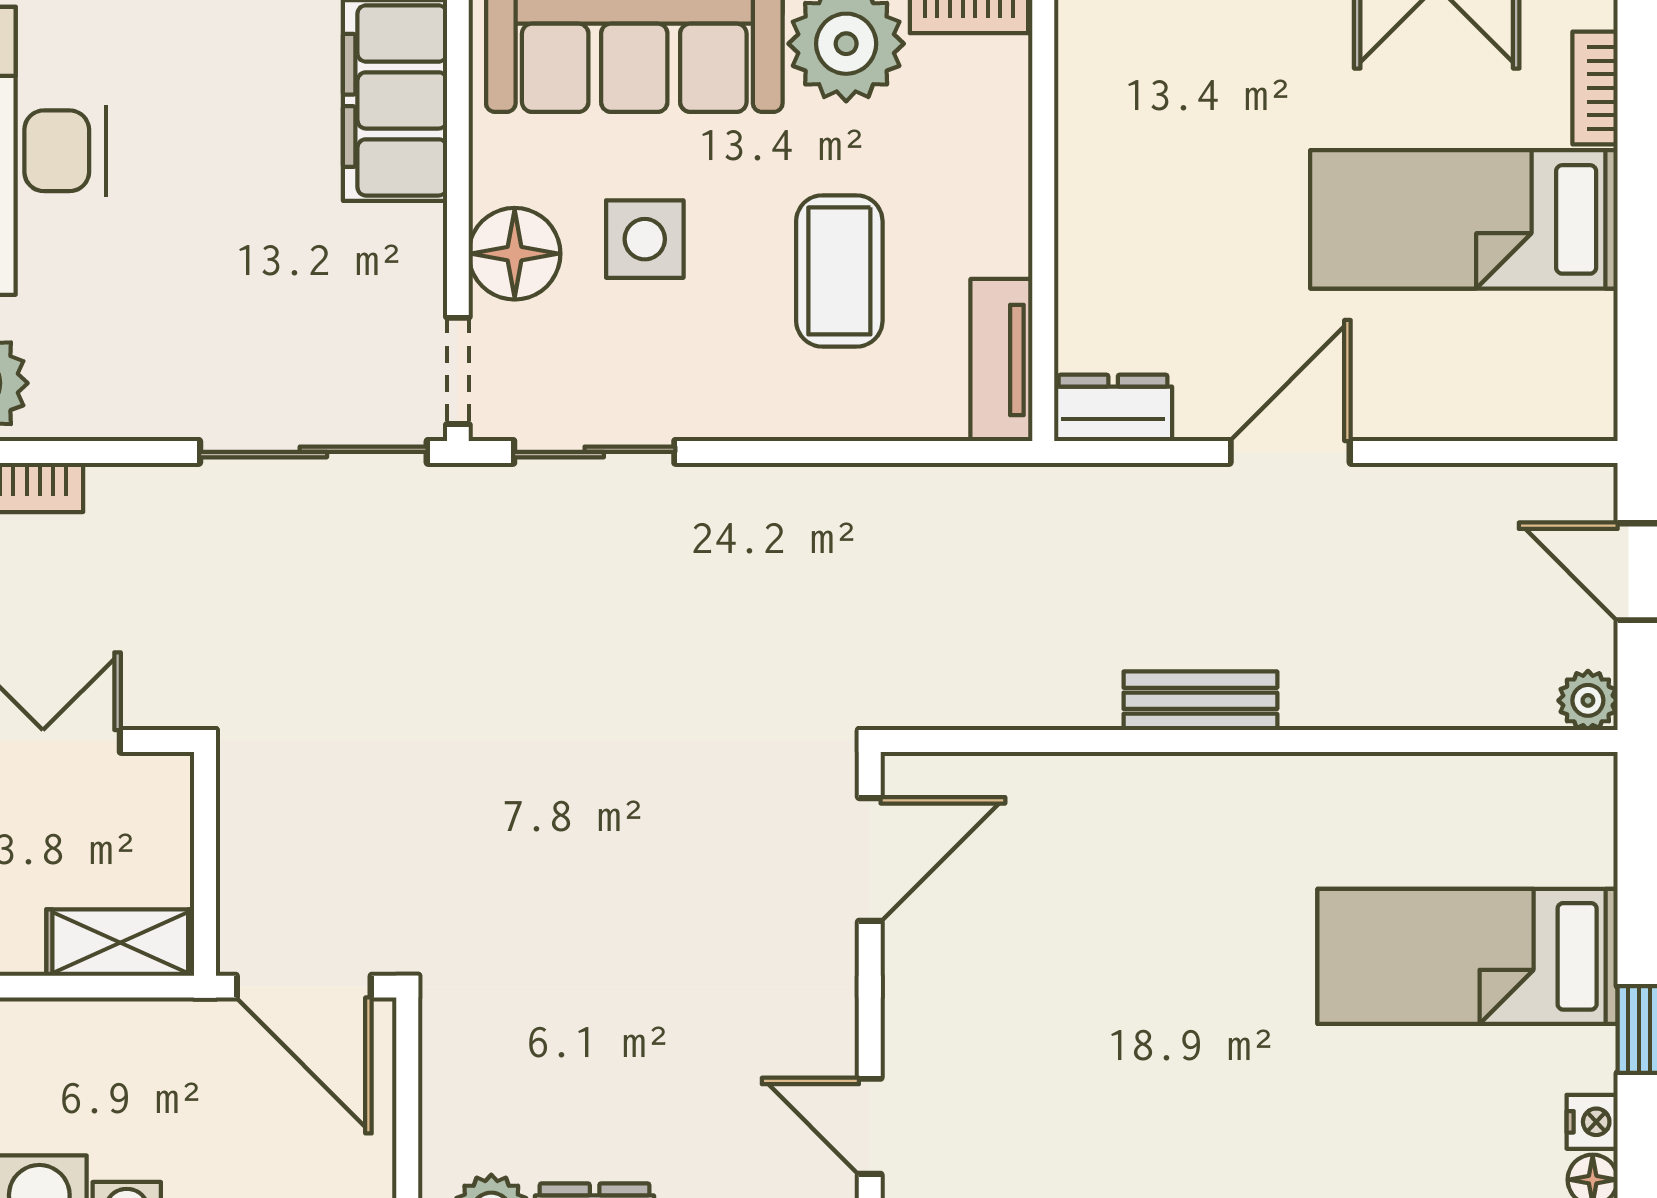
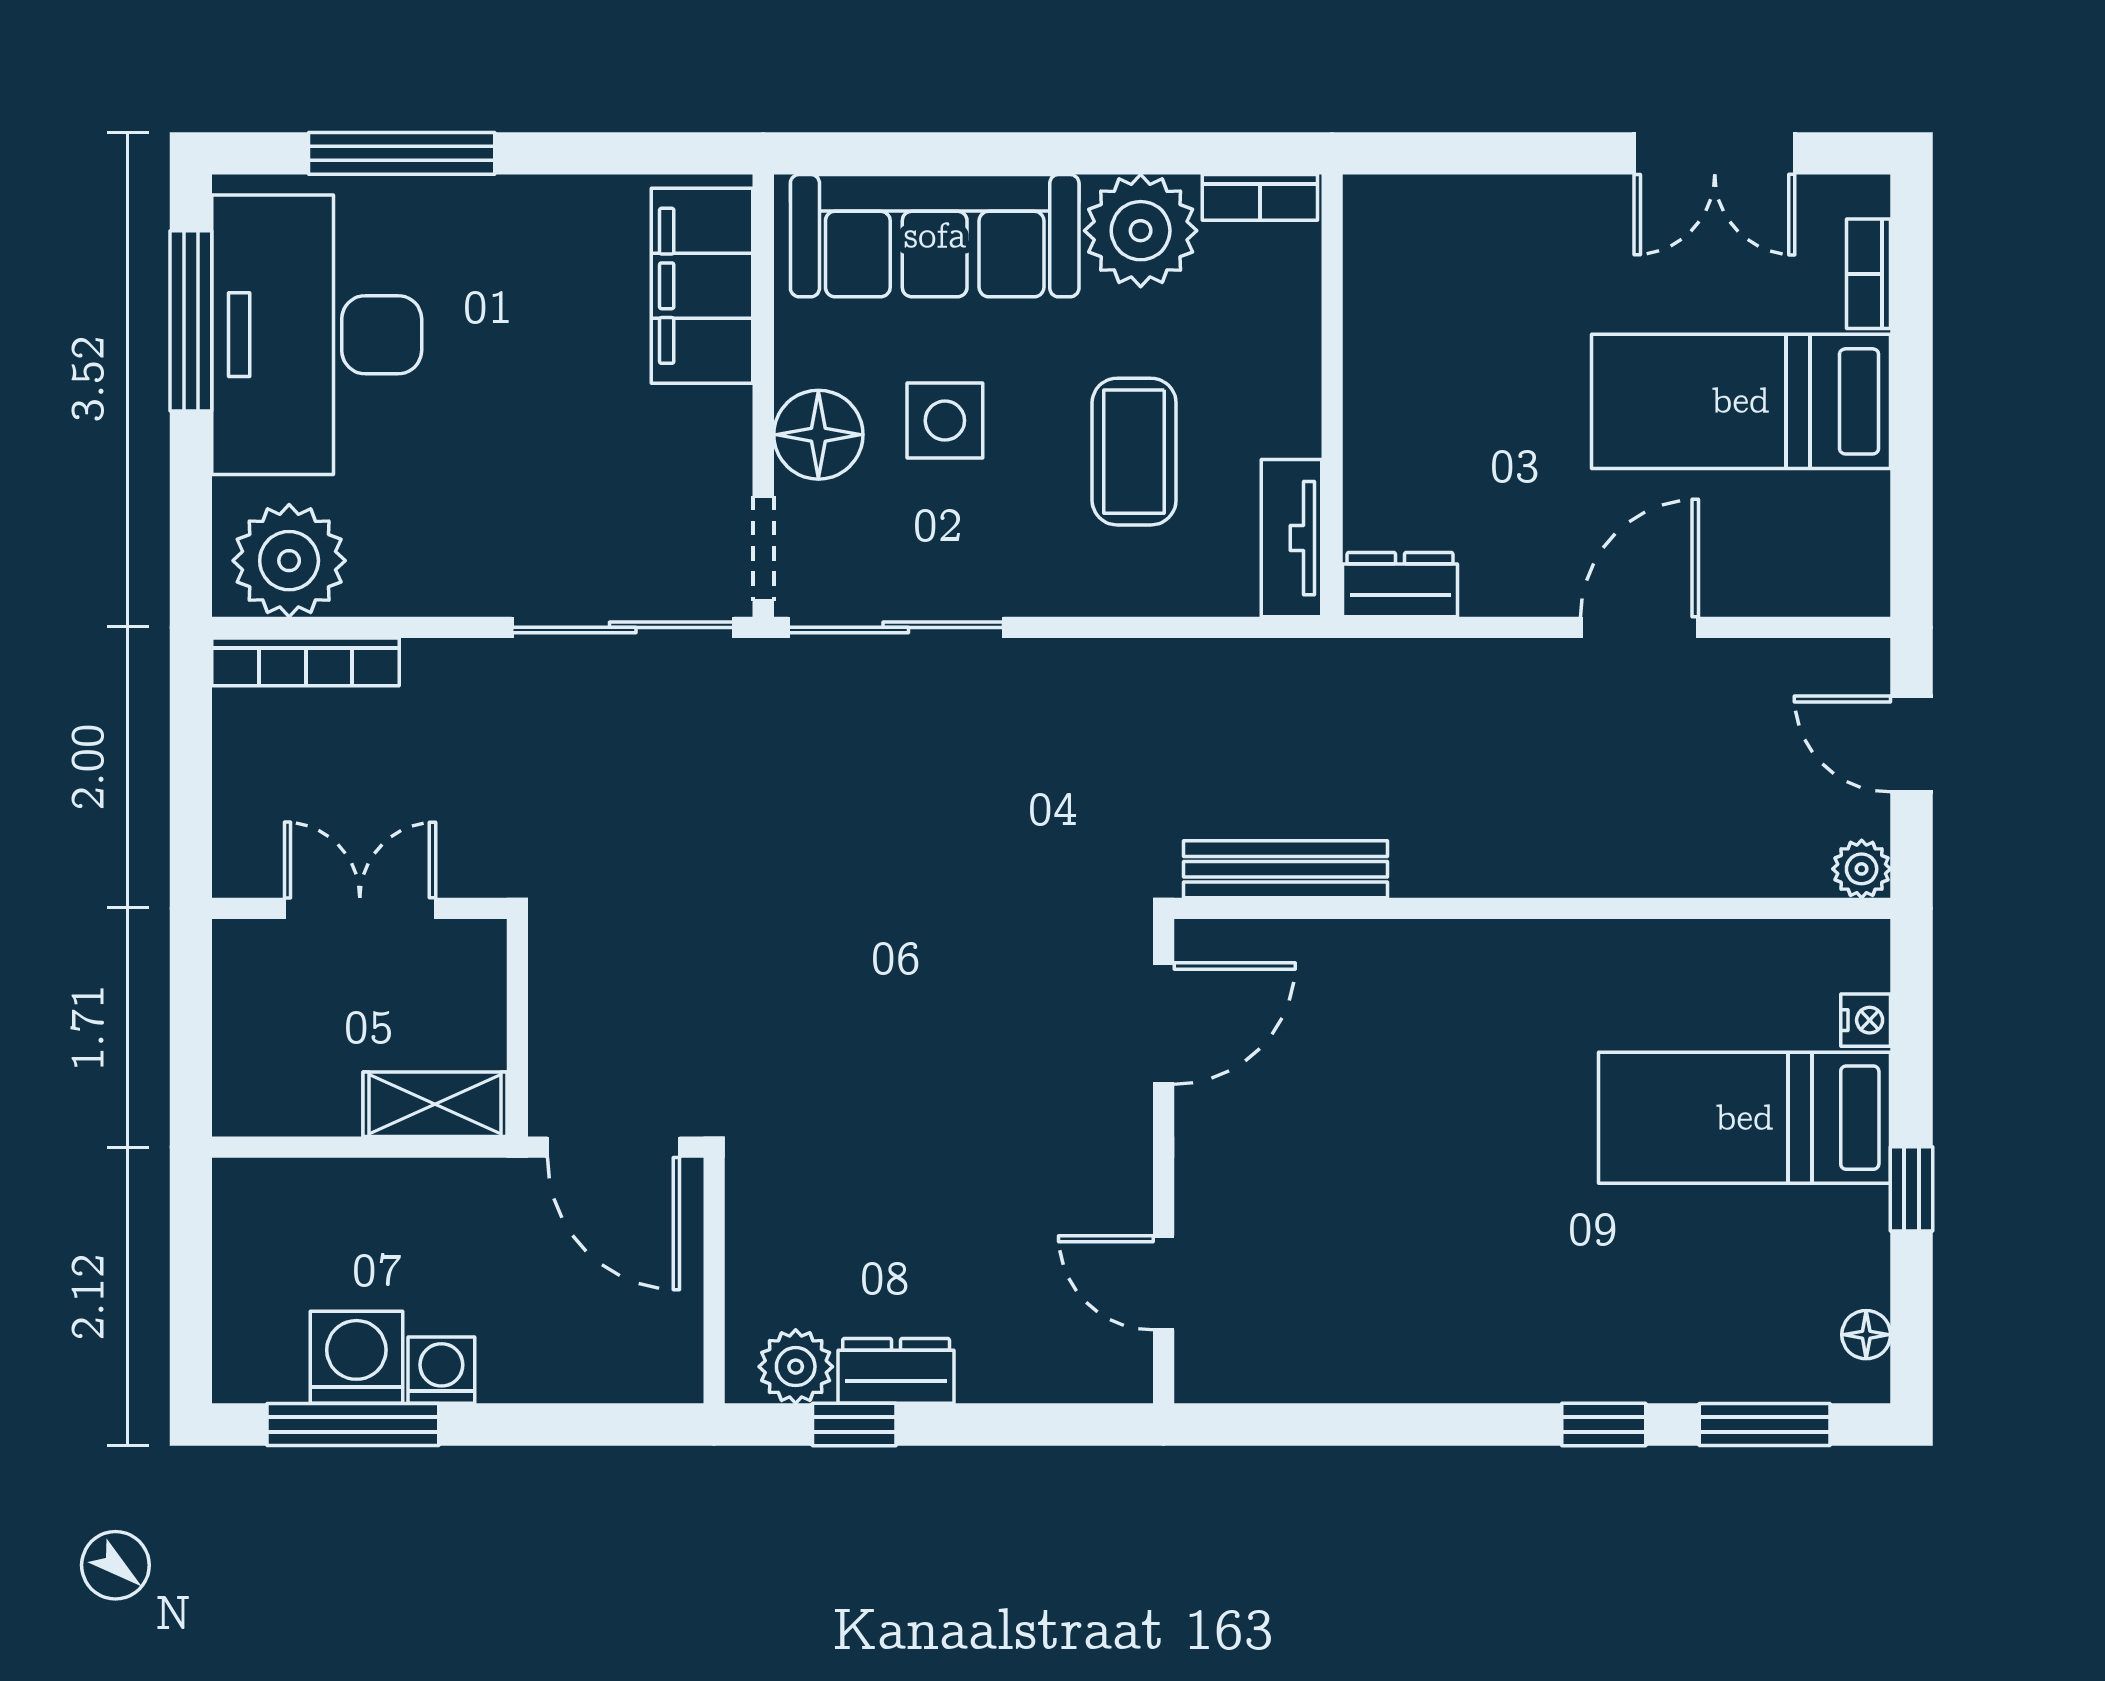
sliding door: (594, 452) -> (896, 627), width x1.37
door: (1290, 452) -> (1640, 627), moved
bench: (1200, 701) -> (1286, 869), moved, width x1.36
nightstand: (1592, 1122) -> (1866, 1020), moved

